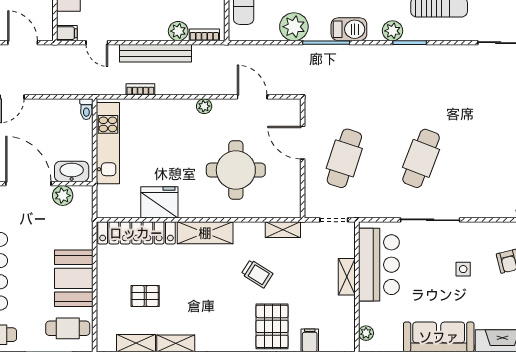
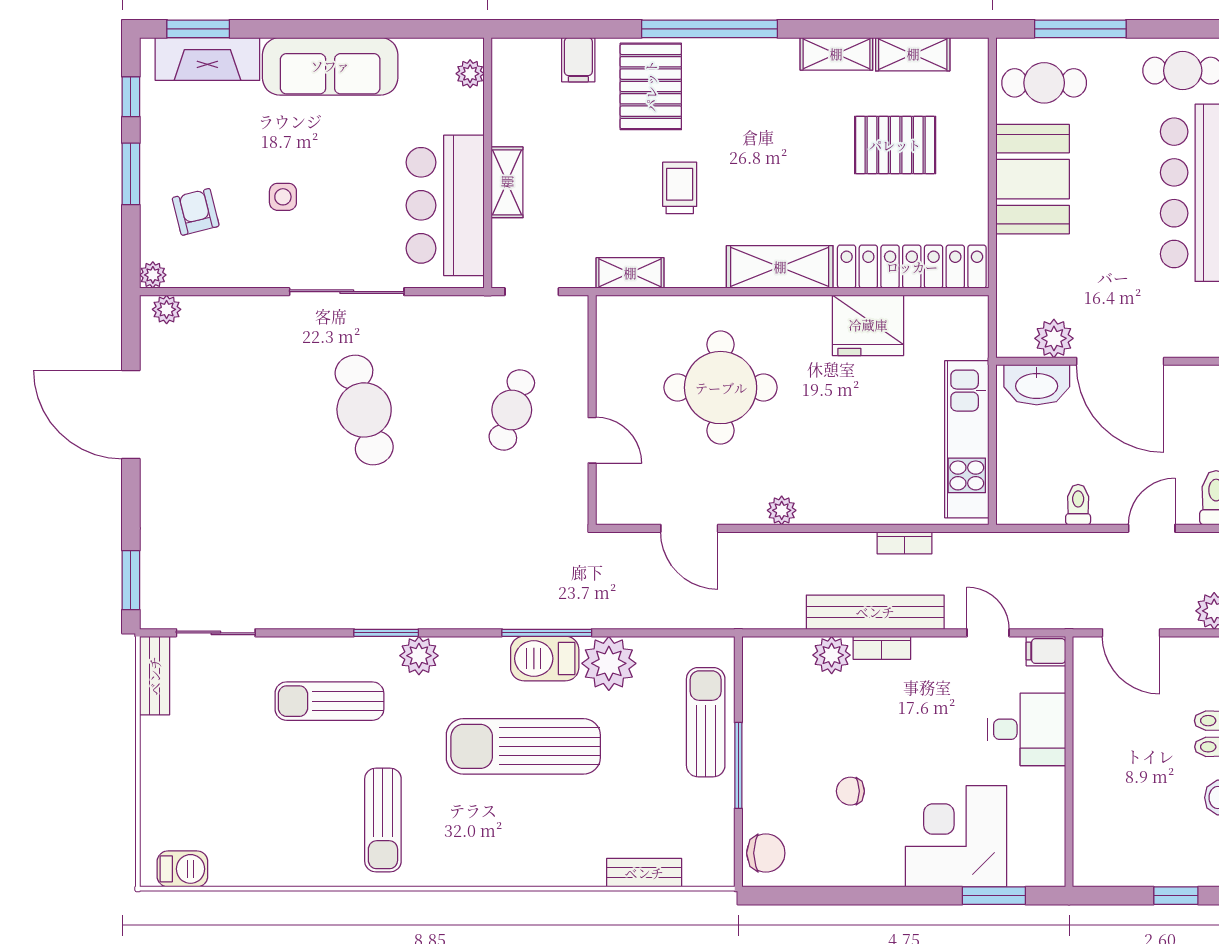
barbecue: (349, 29) -> (545, 659), moved
bookcase: (204, 35) -> (882, 648), moved
toilet: (86, 109) -> (1078, 505), moved
door: (303, 143) -> (592, 440), width x0.73
cafe table: (344, 158) -> (512, 410), width x0.73, depth x0.74
cafe table: (421, 158) -> (364, 410), turned -36
trolley: (257, 274) -> (680, 188), turned 58
pallet: (145, 296) -> (895, 145), width x1.50, depth x1.42

